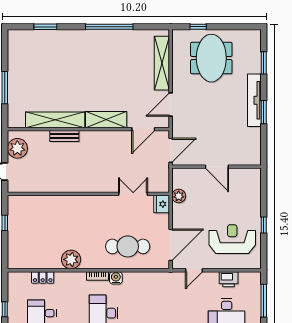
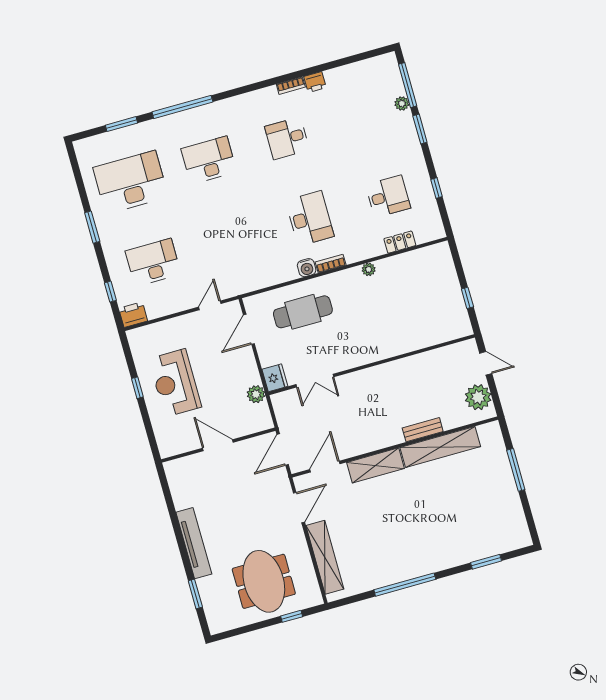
window: (264, 112) -> (178, 531), removed
reception desk: (232, 239) -> (175, 383), moved, turned 90
door: (171, 245) -> (249, 329), width x0.73
plant: (71, 259) -> (369, 269), width x0.53, depth x0.53
printer: (229, 279) -> (133, 315), moved
window: (264, 301) -> (110, 292), width x0.46

